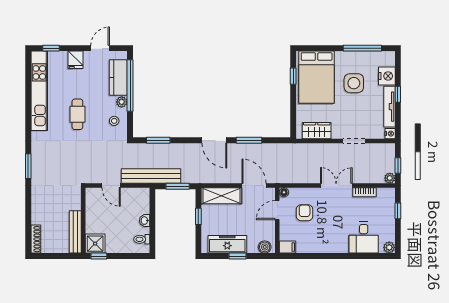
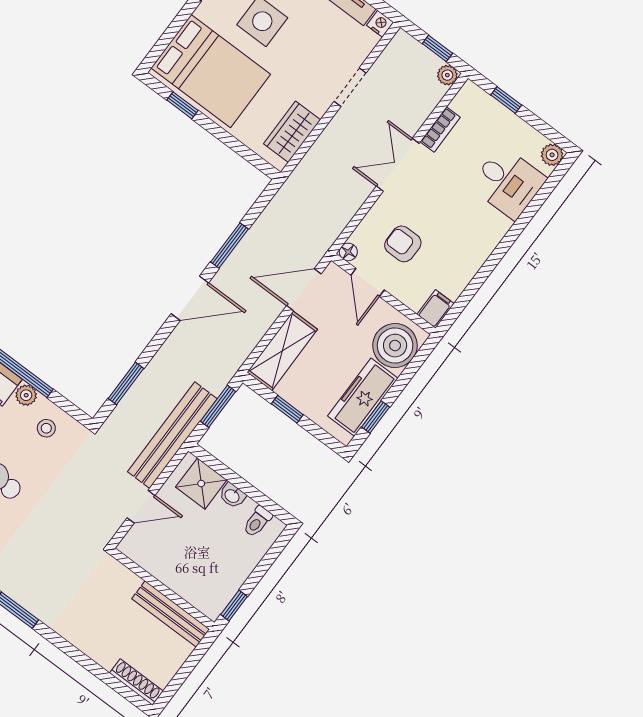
shower: (95, 244) -> (201, 484), moved
boiler: (265, 247) -> (395, 346), width x1.86, depth x1.86
window: (237, 256) -> (376, 417), moved

